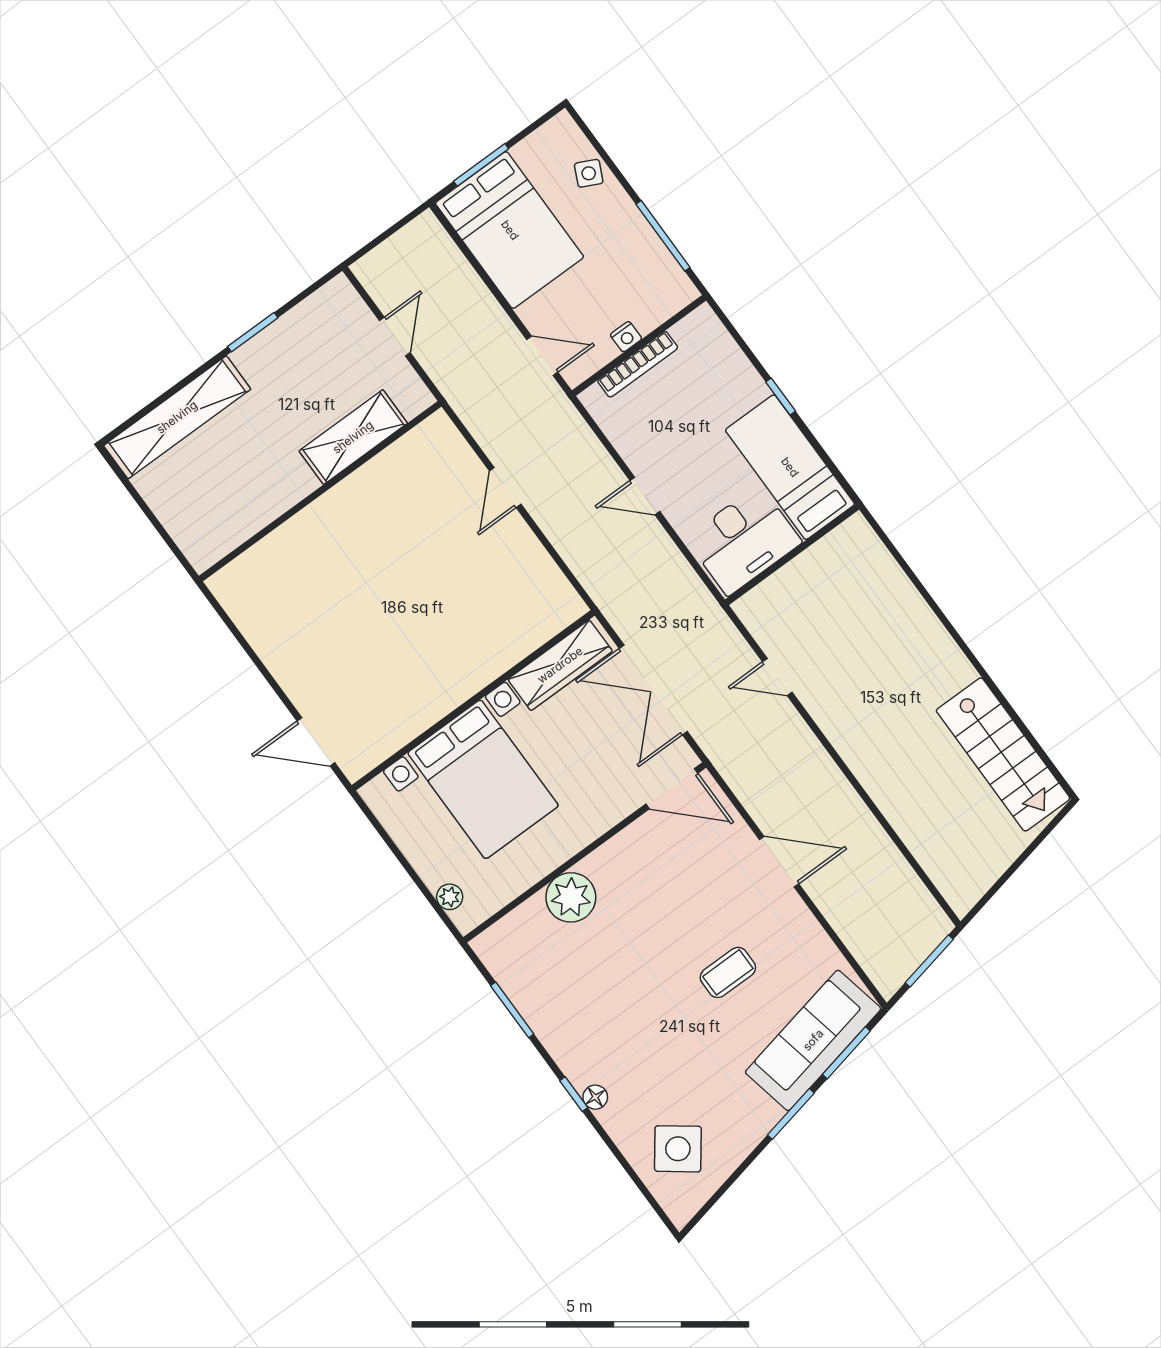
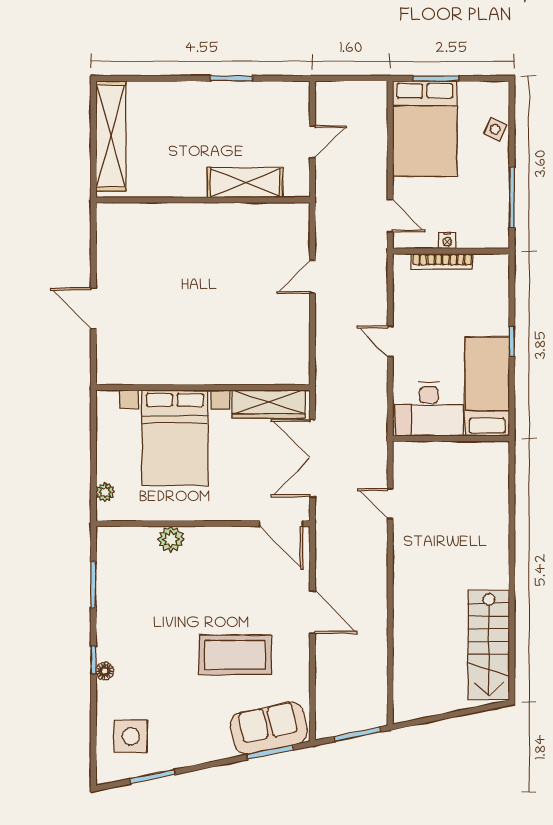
shelving: (177, 417) -> (111, 136), moved, turned 90
door: (316, 742) -> (93, 308), moved
plant: (571, 897) -> (171, 539), width x0.73, depth x0.73
coffee table: (728, 972) -> (235, 655), width x1.86, depth x1.72
sofa: (813, 1040) -> (269, 728), width x0.73
window: (791, 1114) -> (152, 777), moved
side table: (678, 1149) -> (131, 736), turned -37

